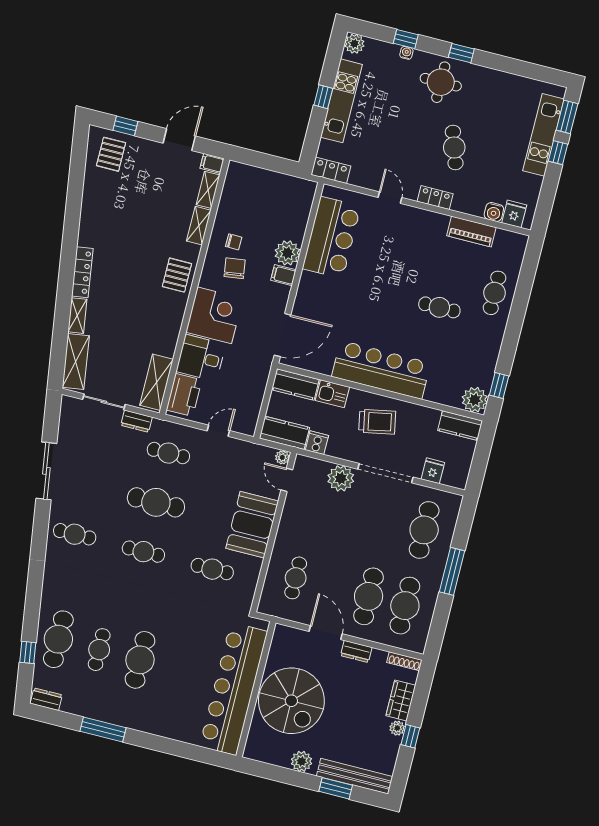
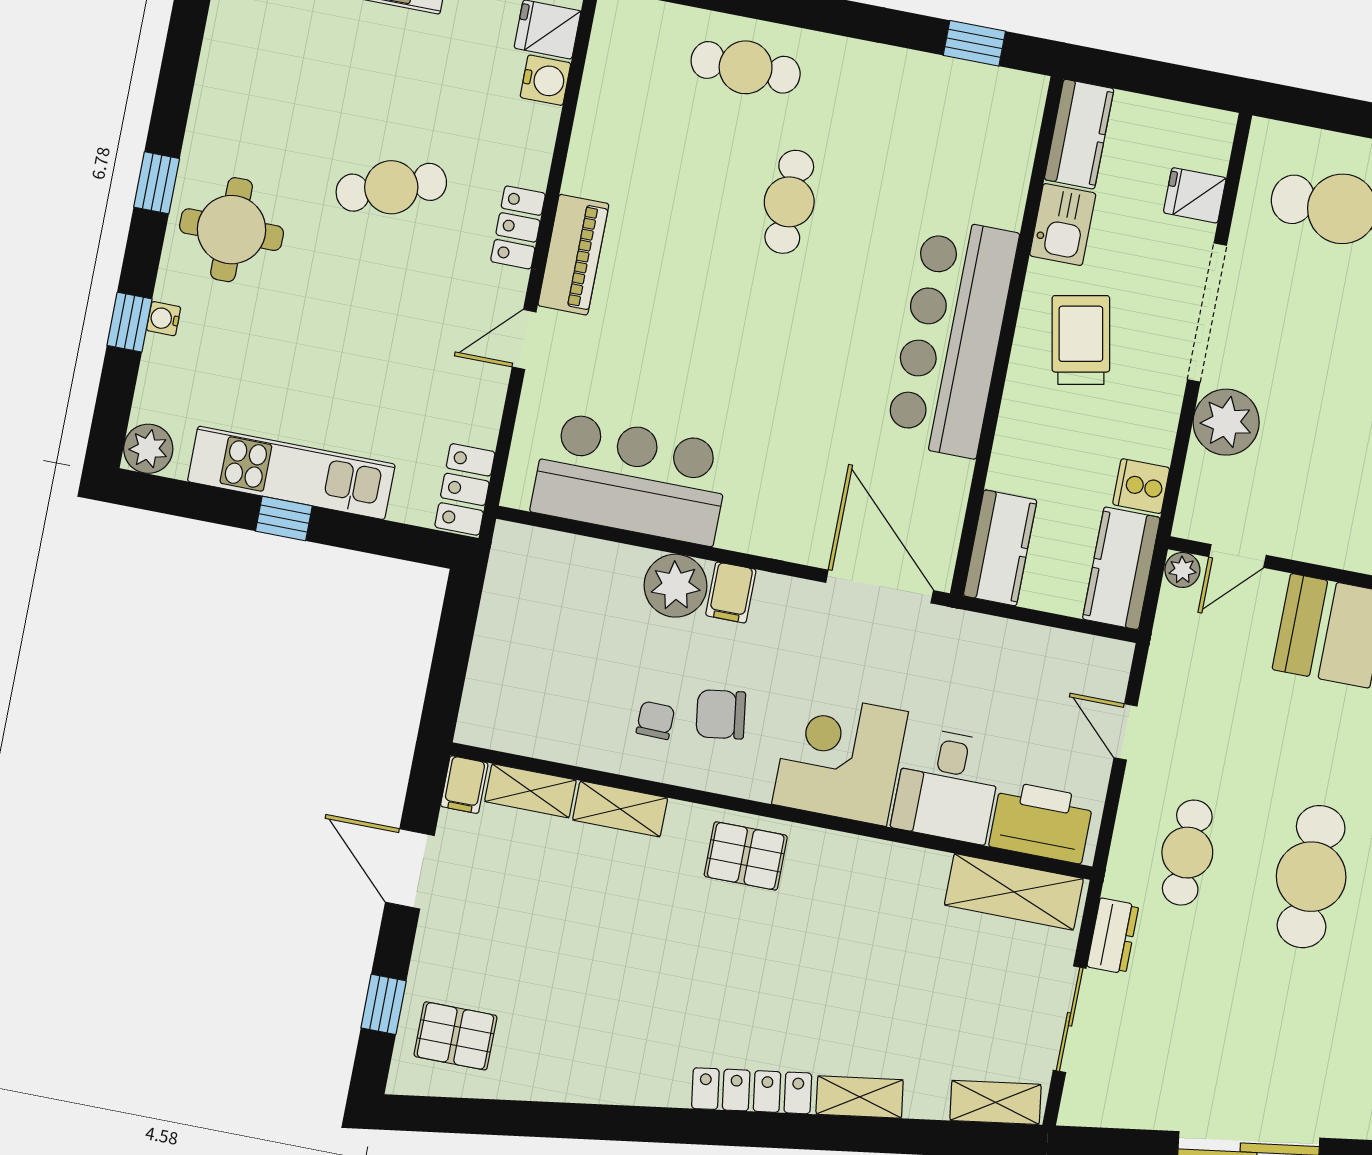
piano: (471, 232) -> (573, 255), moved
shelving: (76, 361) -> (996, 1102), width x0.67, depth x0.75
kitchen sink: (332, 394) -> (1063, 224), moved
plant: (475, 400) -> (1013, 102), removed

